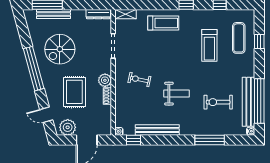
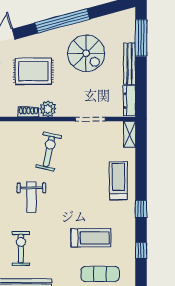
bench: (54, 14) -> (130, 64), moved
treadmill: (163, 23) -> (118, 181), turned 180
treadmill: (209, 45) -> (91, 238), turned 180
spiral stairs: (60, 49) -> (86, 53), turned 180
exercise bike: (139, 80) -> (49, 151), width x1.38, depth x1.39

